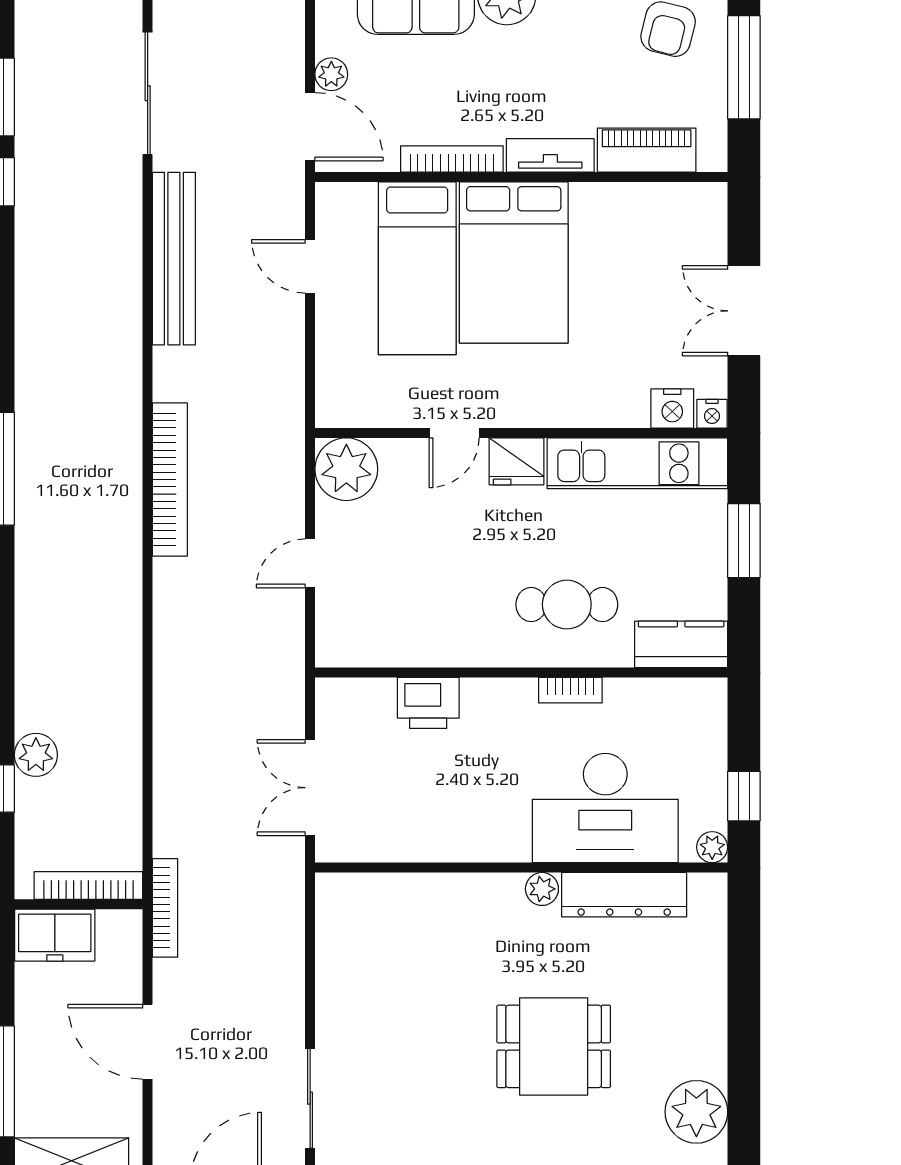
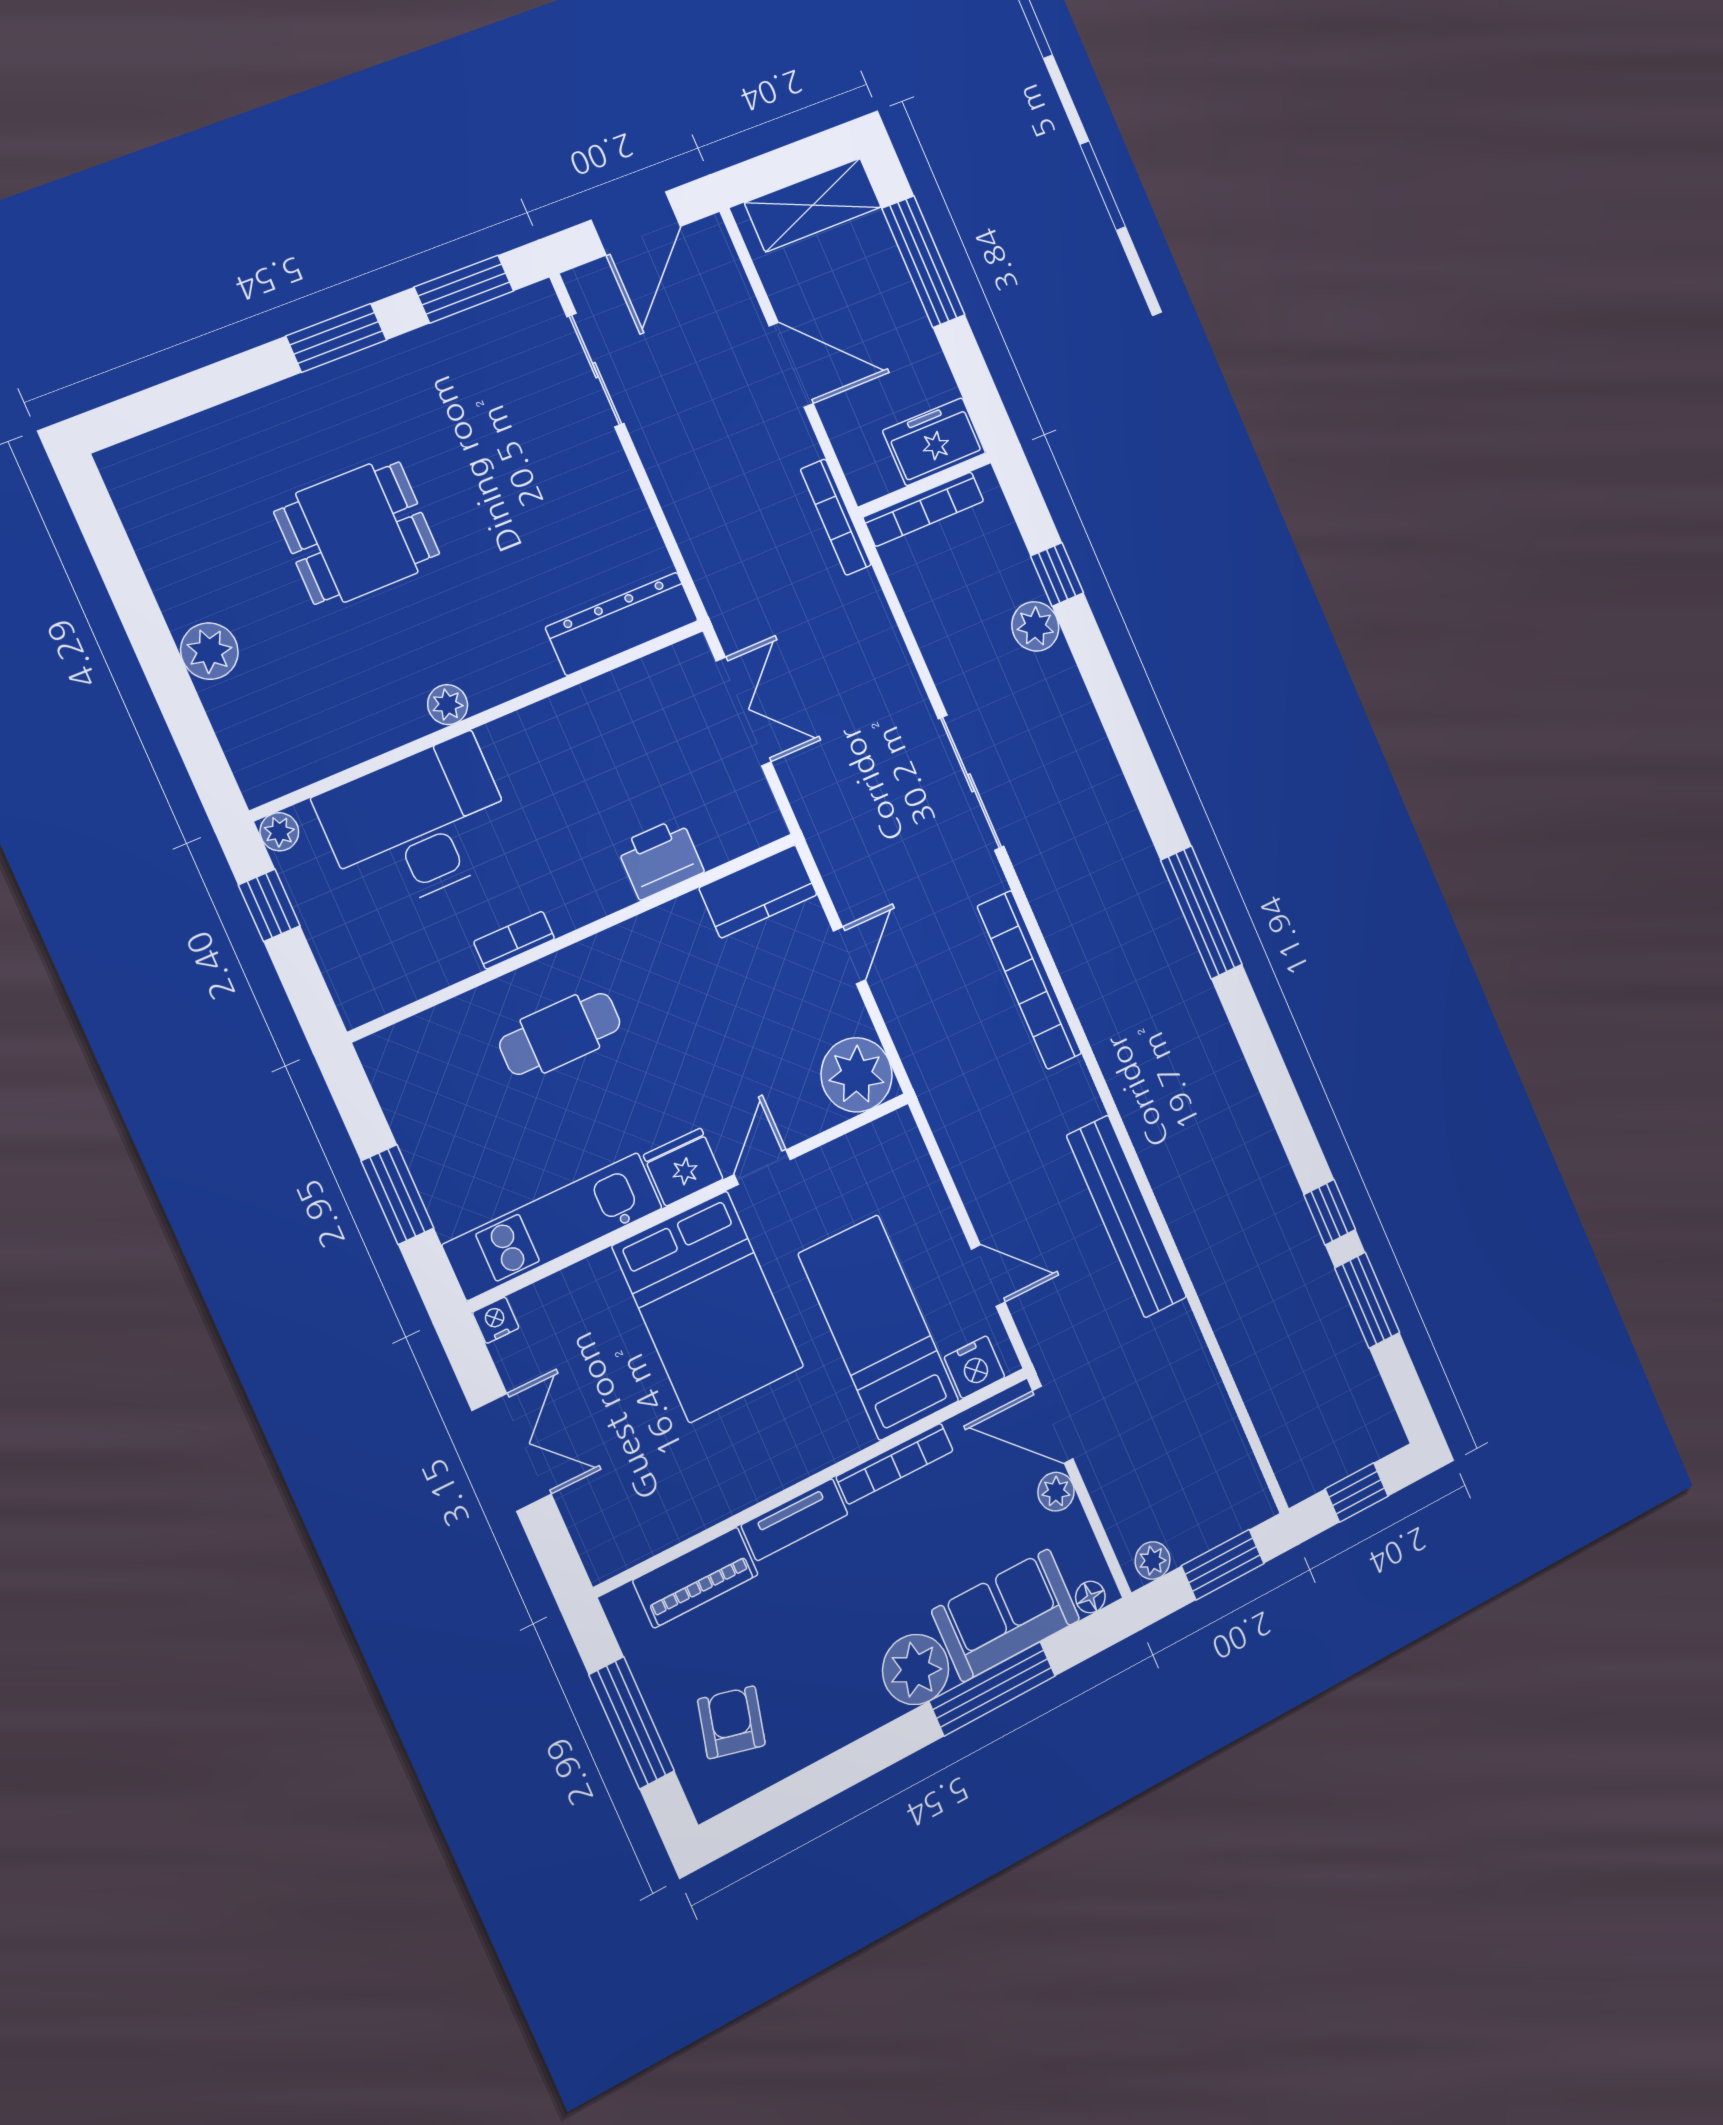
sliding door: (148, 93) -> (971, 783), moved
bed: (514, 262) -> (708, 1307), moved, turned 180
nightstand: (672, 408) -> (974, 1367), moved, turned 180
kitchen counter: (681, 644) -> (758, 891), moved
dresser: (624, 895) -> (622, 624), moved
plant: (696, 1112) -> (209, 651), moved, width x0.73, depth x0.73

